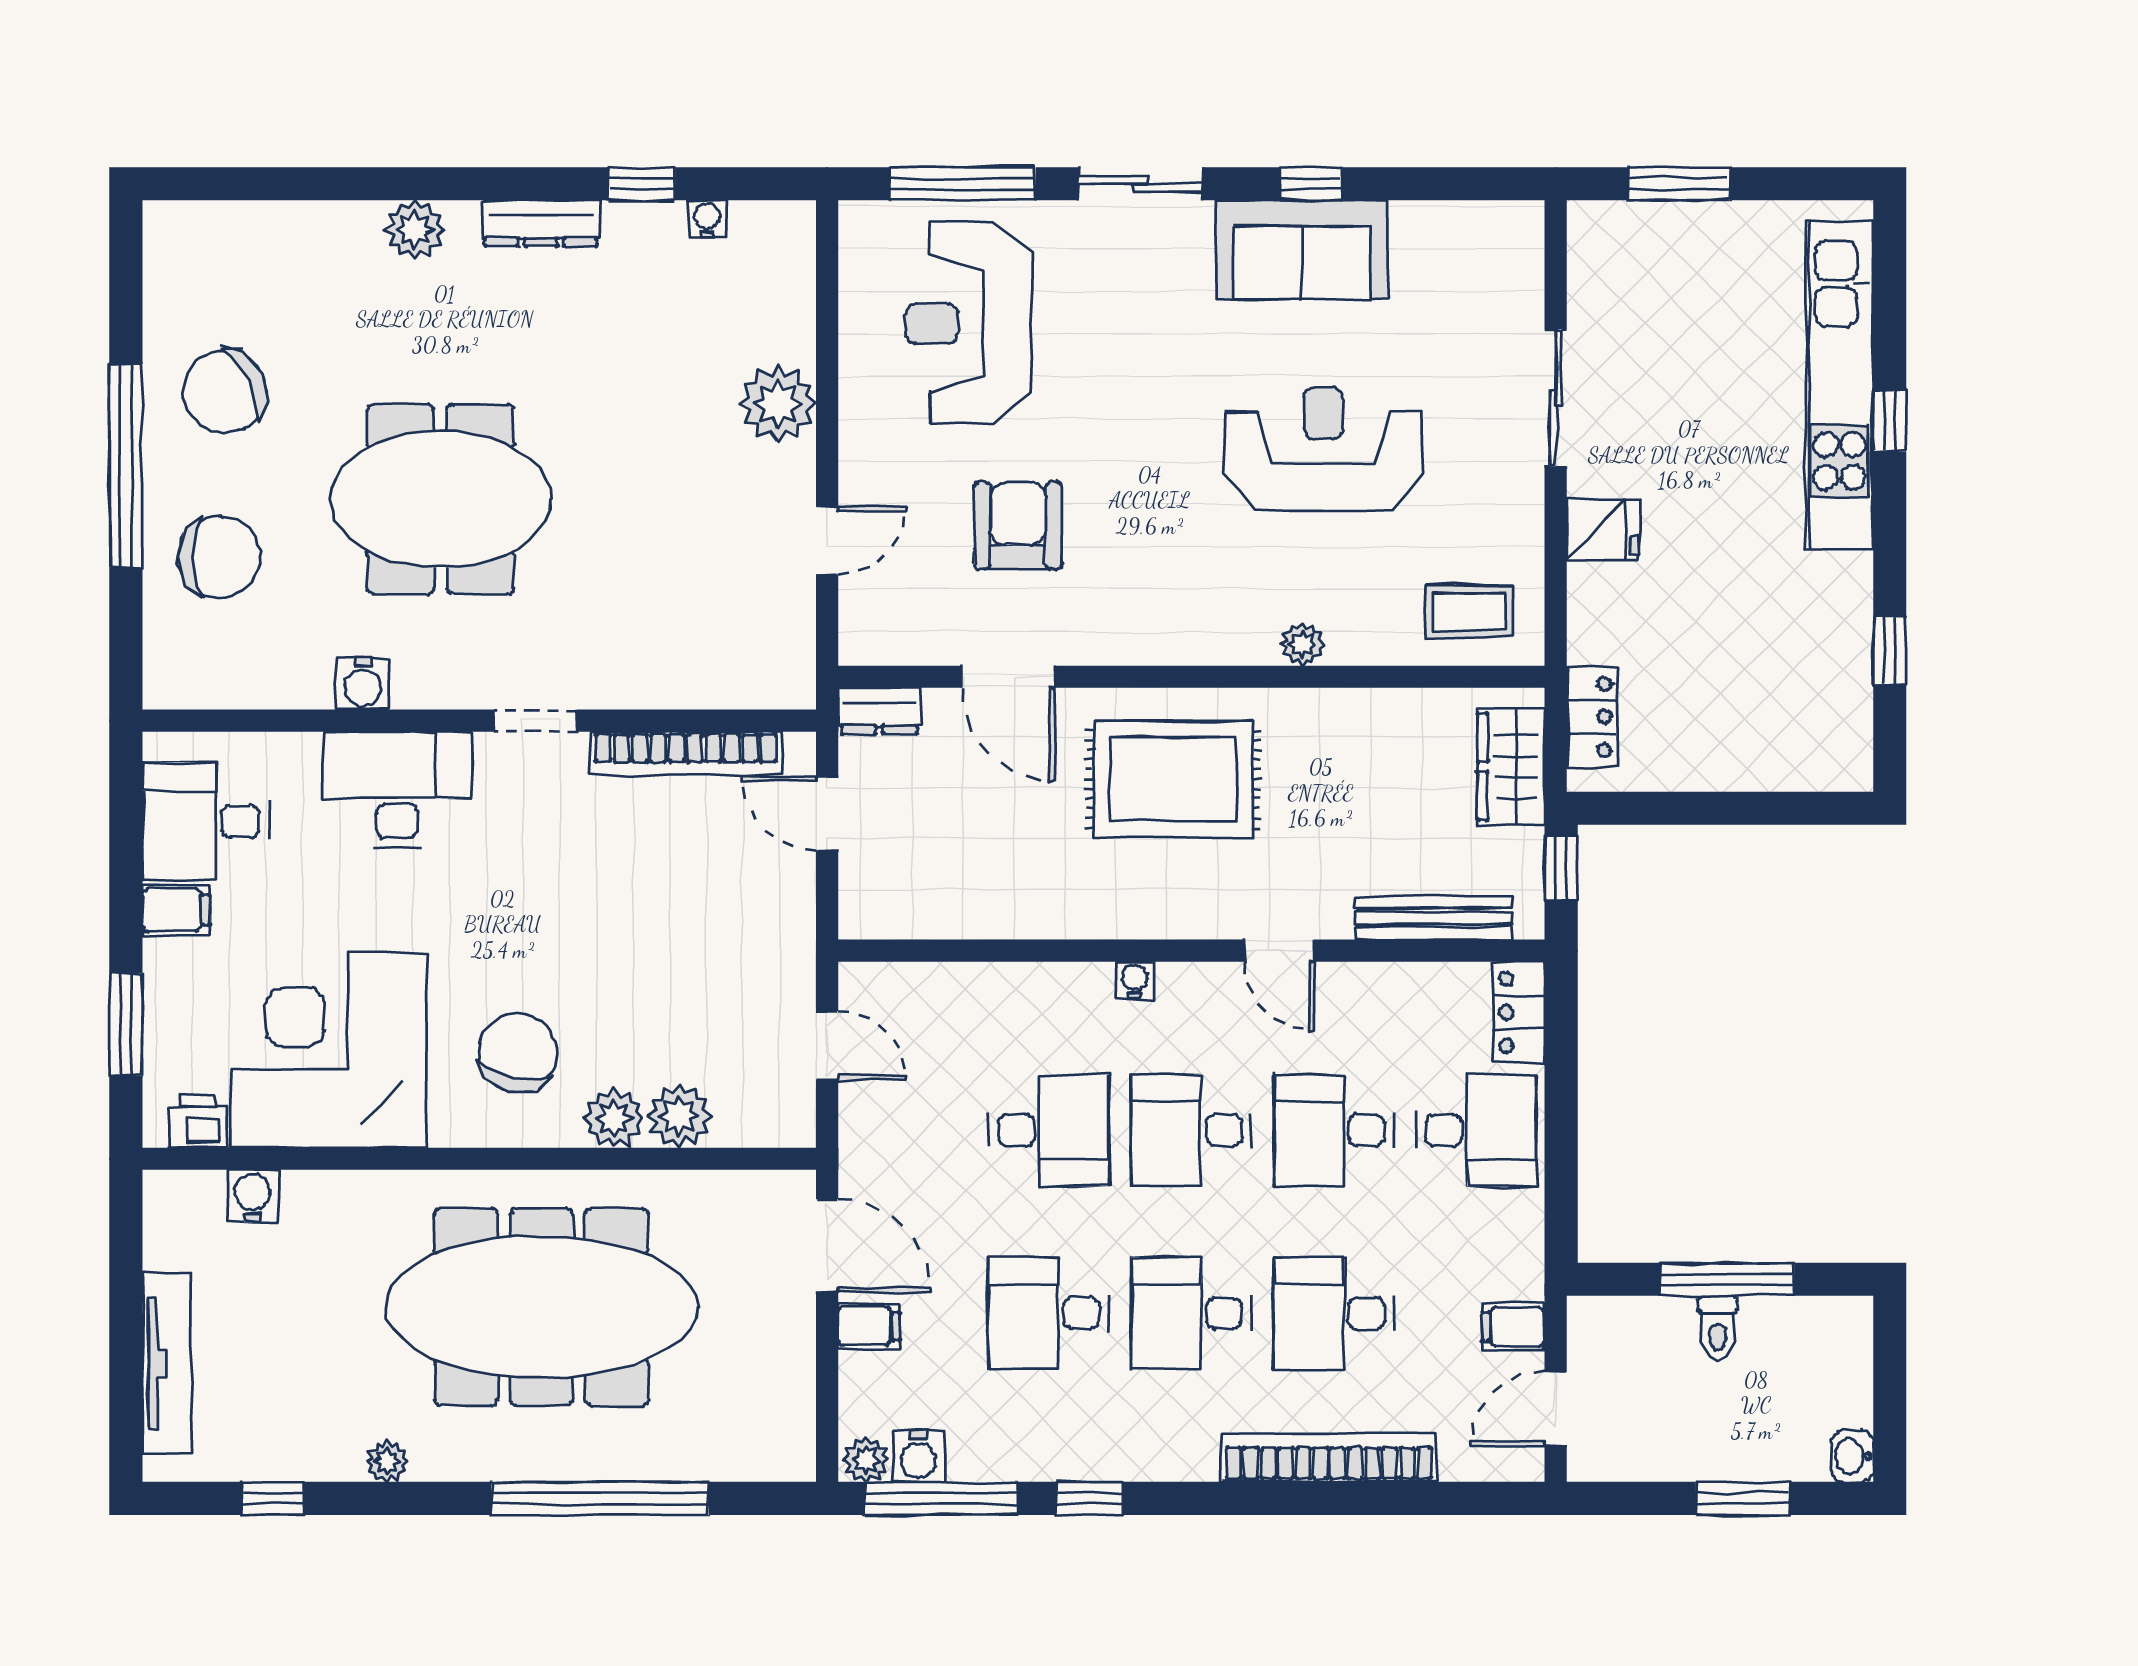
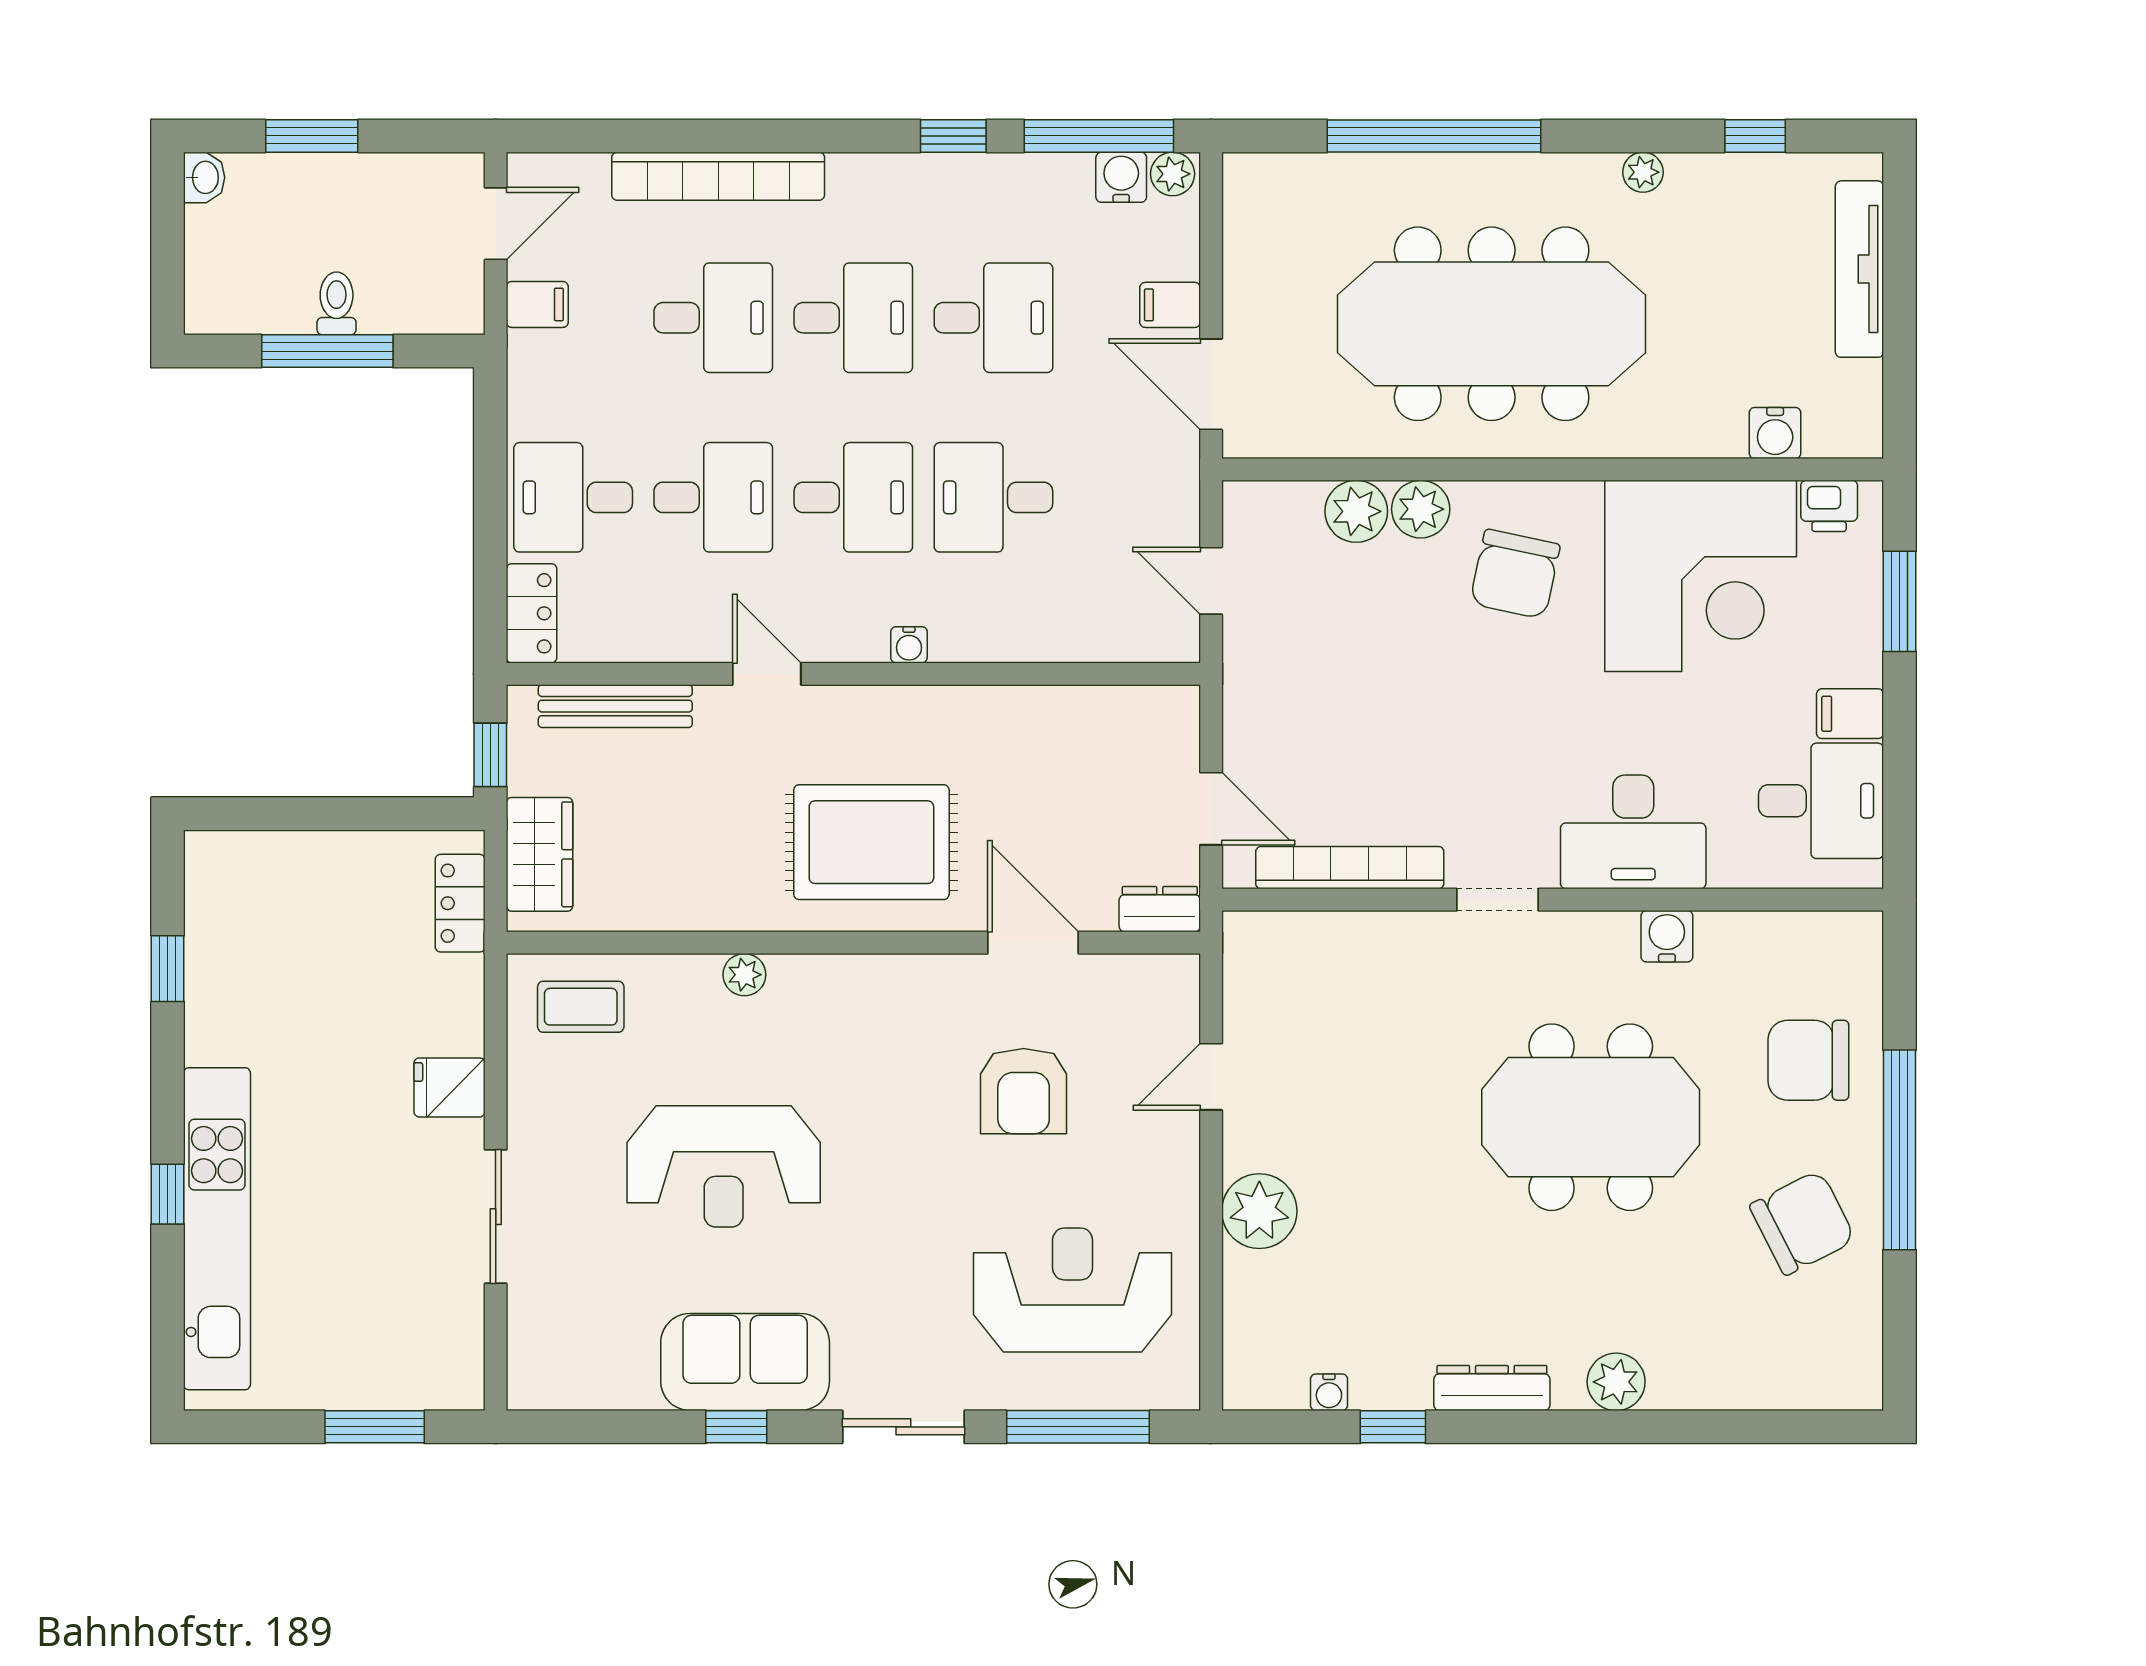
reception desk: (968, 323) -> (1073, 1290), turned -90

